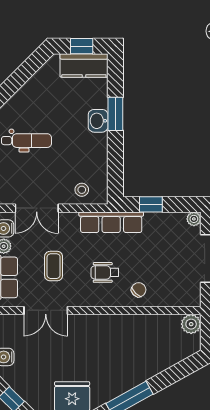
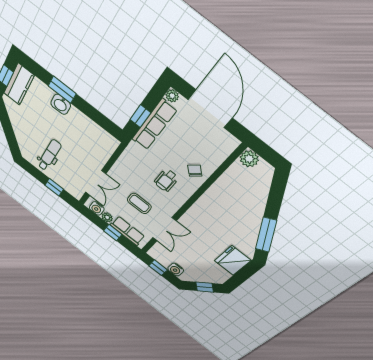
stool: (82, 190) -> (101, 150), removed
row of seats: (111, 222) -> (154, 125), moved

